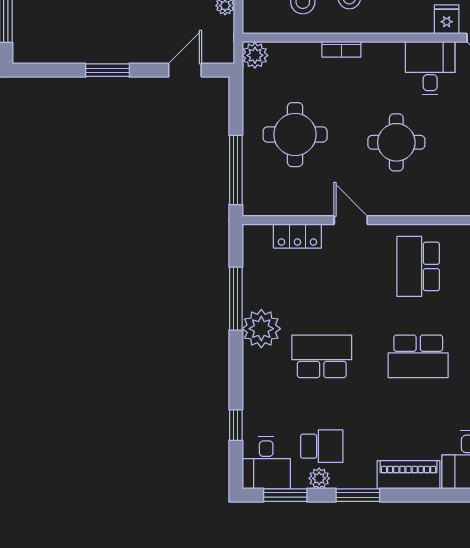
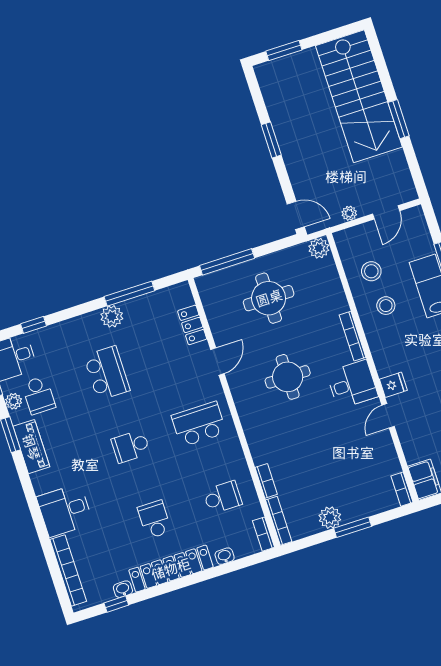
bookcase: (341, 49) -> (352, 336), moved, width x1.56
door: (185, 70) -> (296, 215), moved
plant: (261, 329) -> (112, 316), width x0.73, depth x0.73
school desk: (418, 356) -> (131, 446), width x0.54
piano: (409, 475) -> (31, 447), moved

